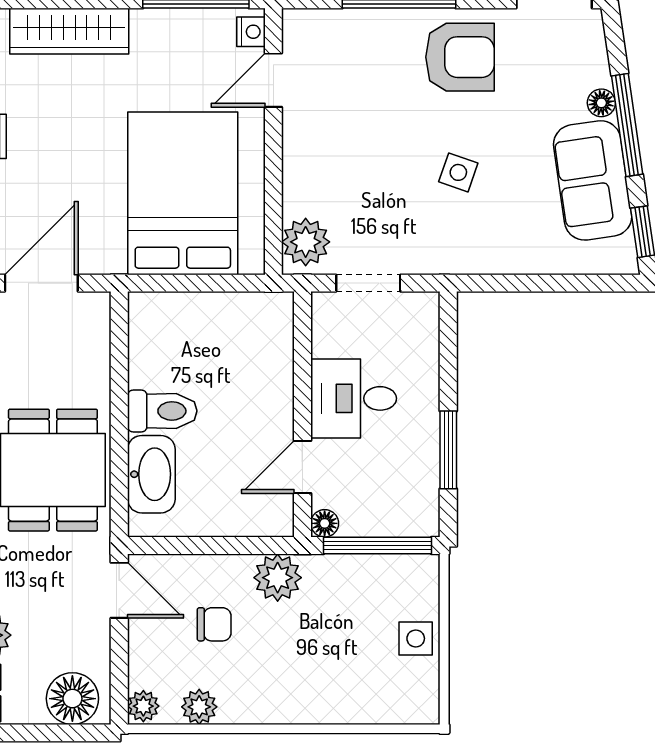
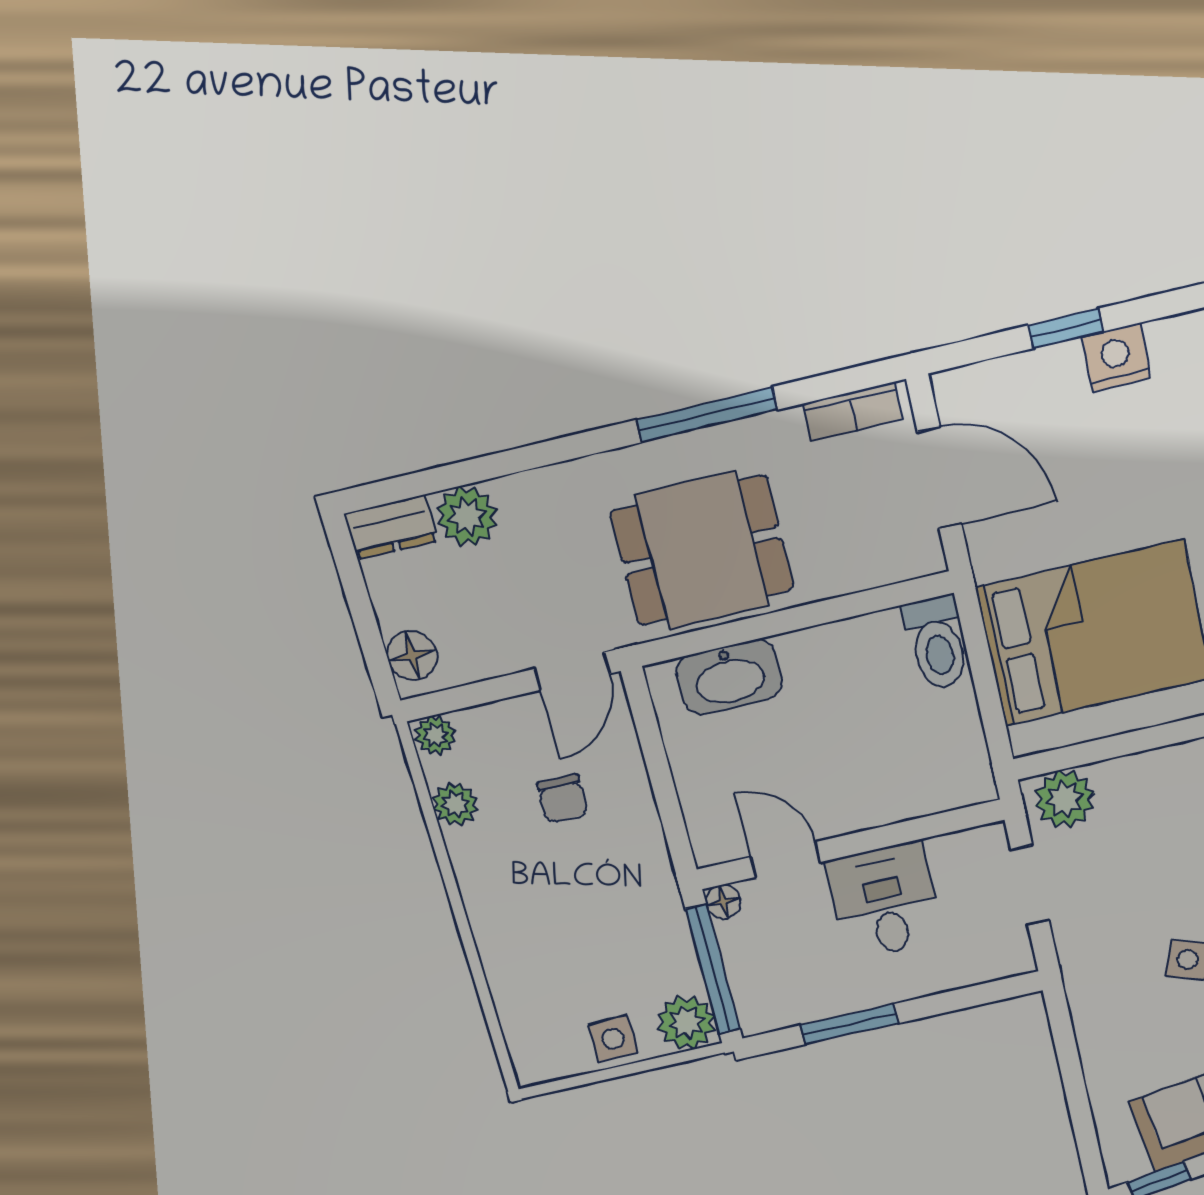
toilet: (162, 411) -> (937, 643), moved
plant: (278, 578) -> (686, 1023), moved
floor lamp: (72, 699) -> (412, 656), width x0.73, depth x0.73

